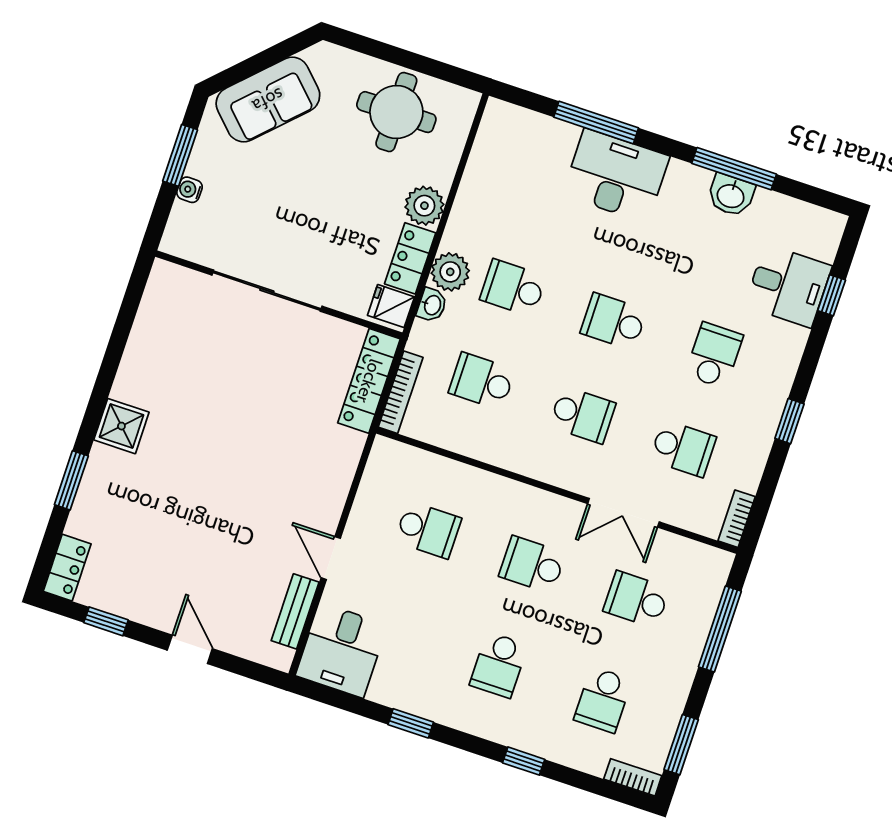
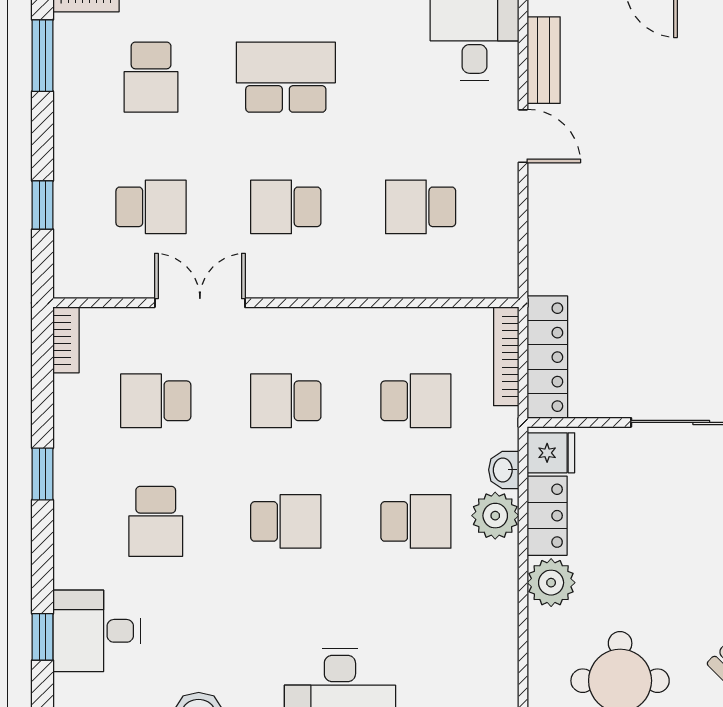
school desk: (532, 565) -> (286, 207), turned 180
window: (720, 629) -> (42, 205), width x0.46
school desk: (499, 665) -> (286, 77), width x1.85
school desk: (603, 700) -> (151, 77), turned 180

